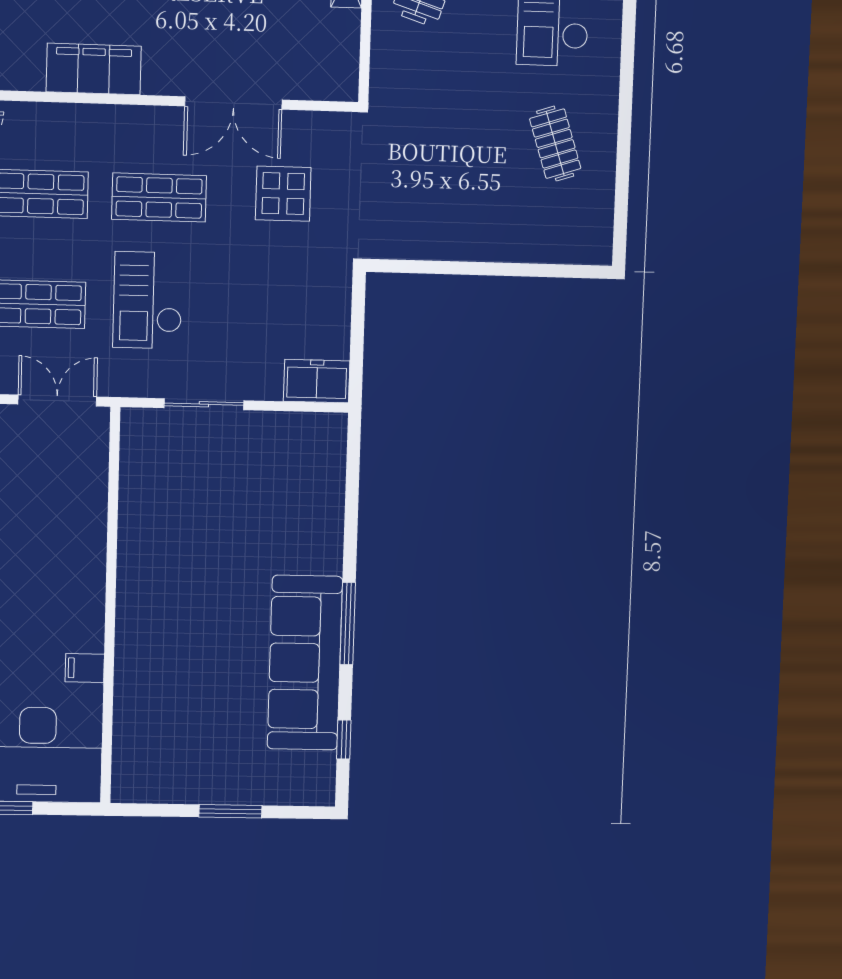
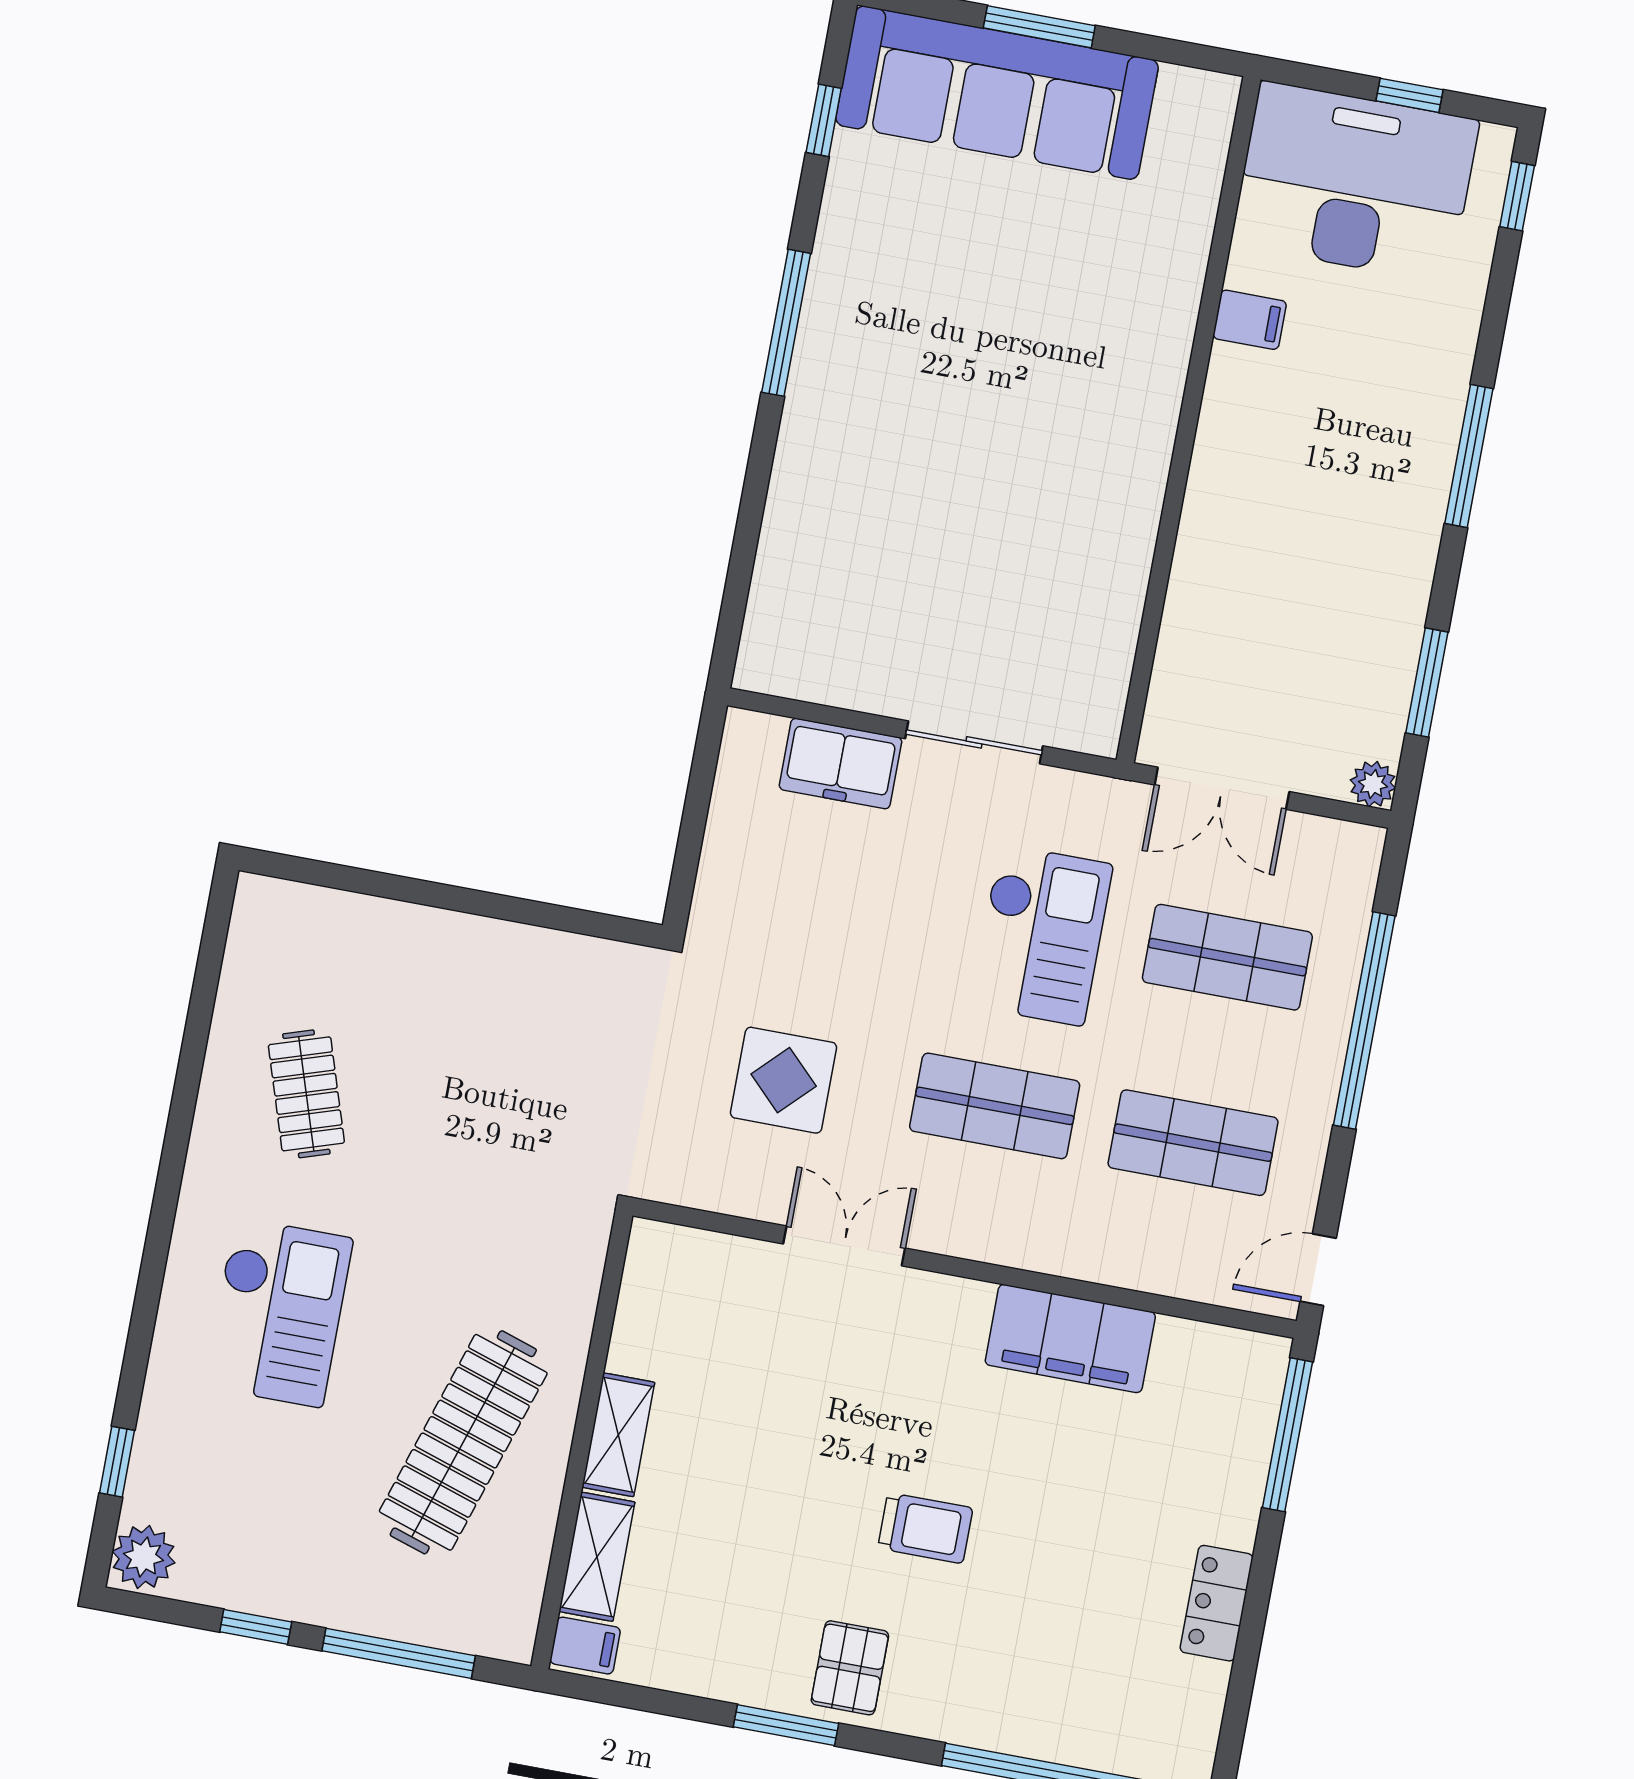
double door: (233, 103) -> (844, 1246), width x0.73
freezer: (317, 381) -> (840, 764), moved
sofa: (305, 663) -> (997, 93), moved, turned 90

